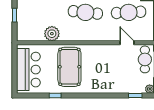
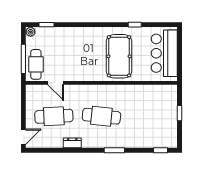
plant: (52, 34) -> (138, 93), removed

